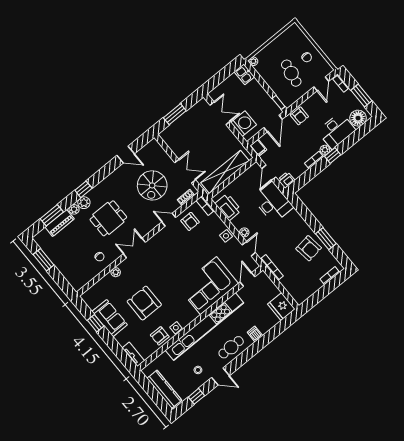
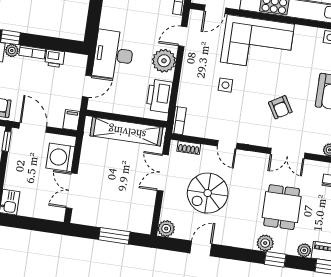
door: (273, 123) -> (33, 127), hinge flipped
plant: (153, 146) -> (166, 229), added
door: (126, 155) -> (201, 248), hinge flipped
printer: (286, 180) -> (55, 58), moved
spiral stairs: (152, 185) -> (208, 193), turned 180
plant: (84, 203) -> (265, 243), moved
dining table: (108, 218) -> (282, 207), turned 90
armchair: (190, 221) -> (280, 107), moved, turned 149
plant: (244, 232) -> (164, 61), width x1.88, depth x1.88
side table: (226, 236) -> (225, 85), moved

